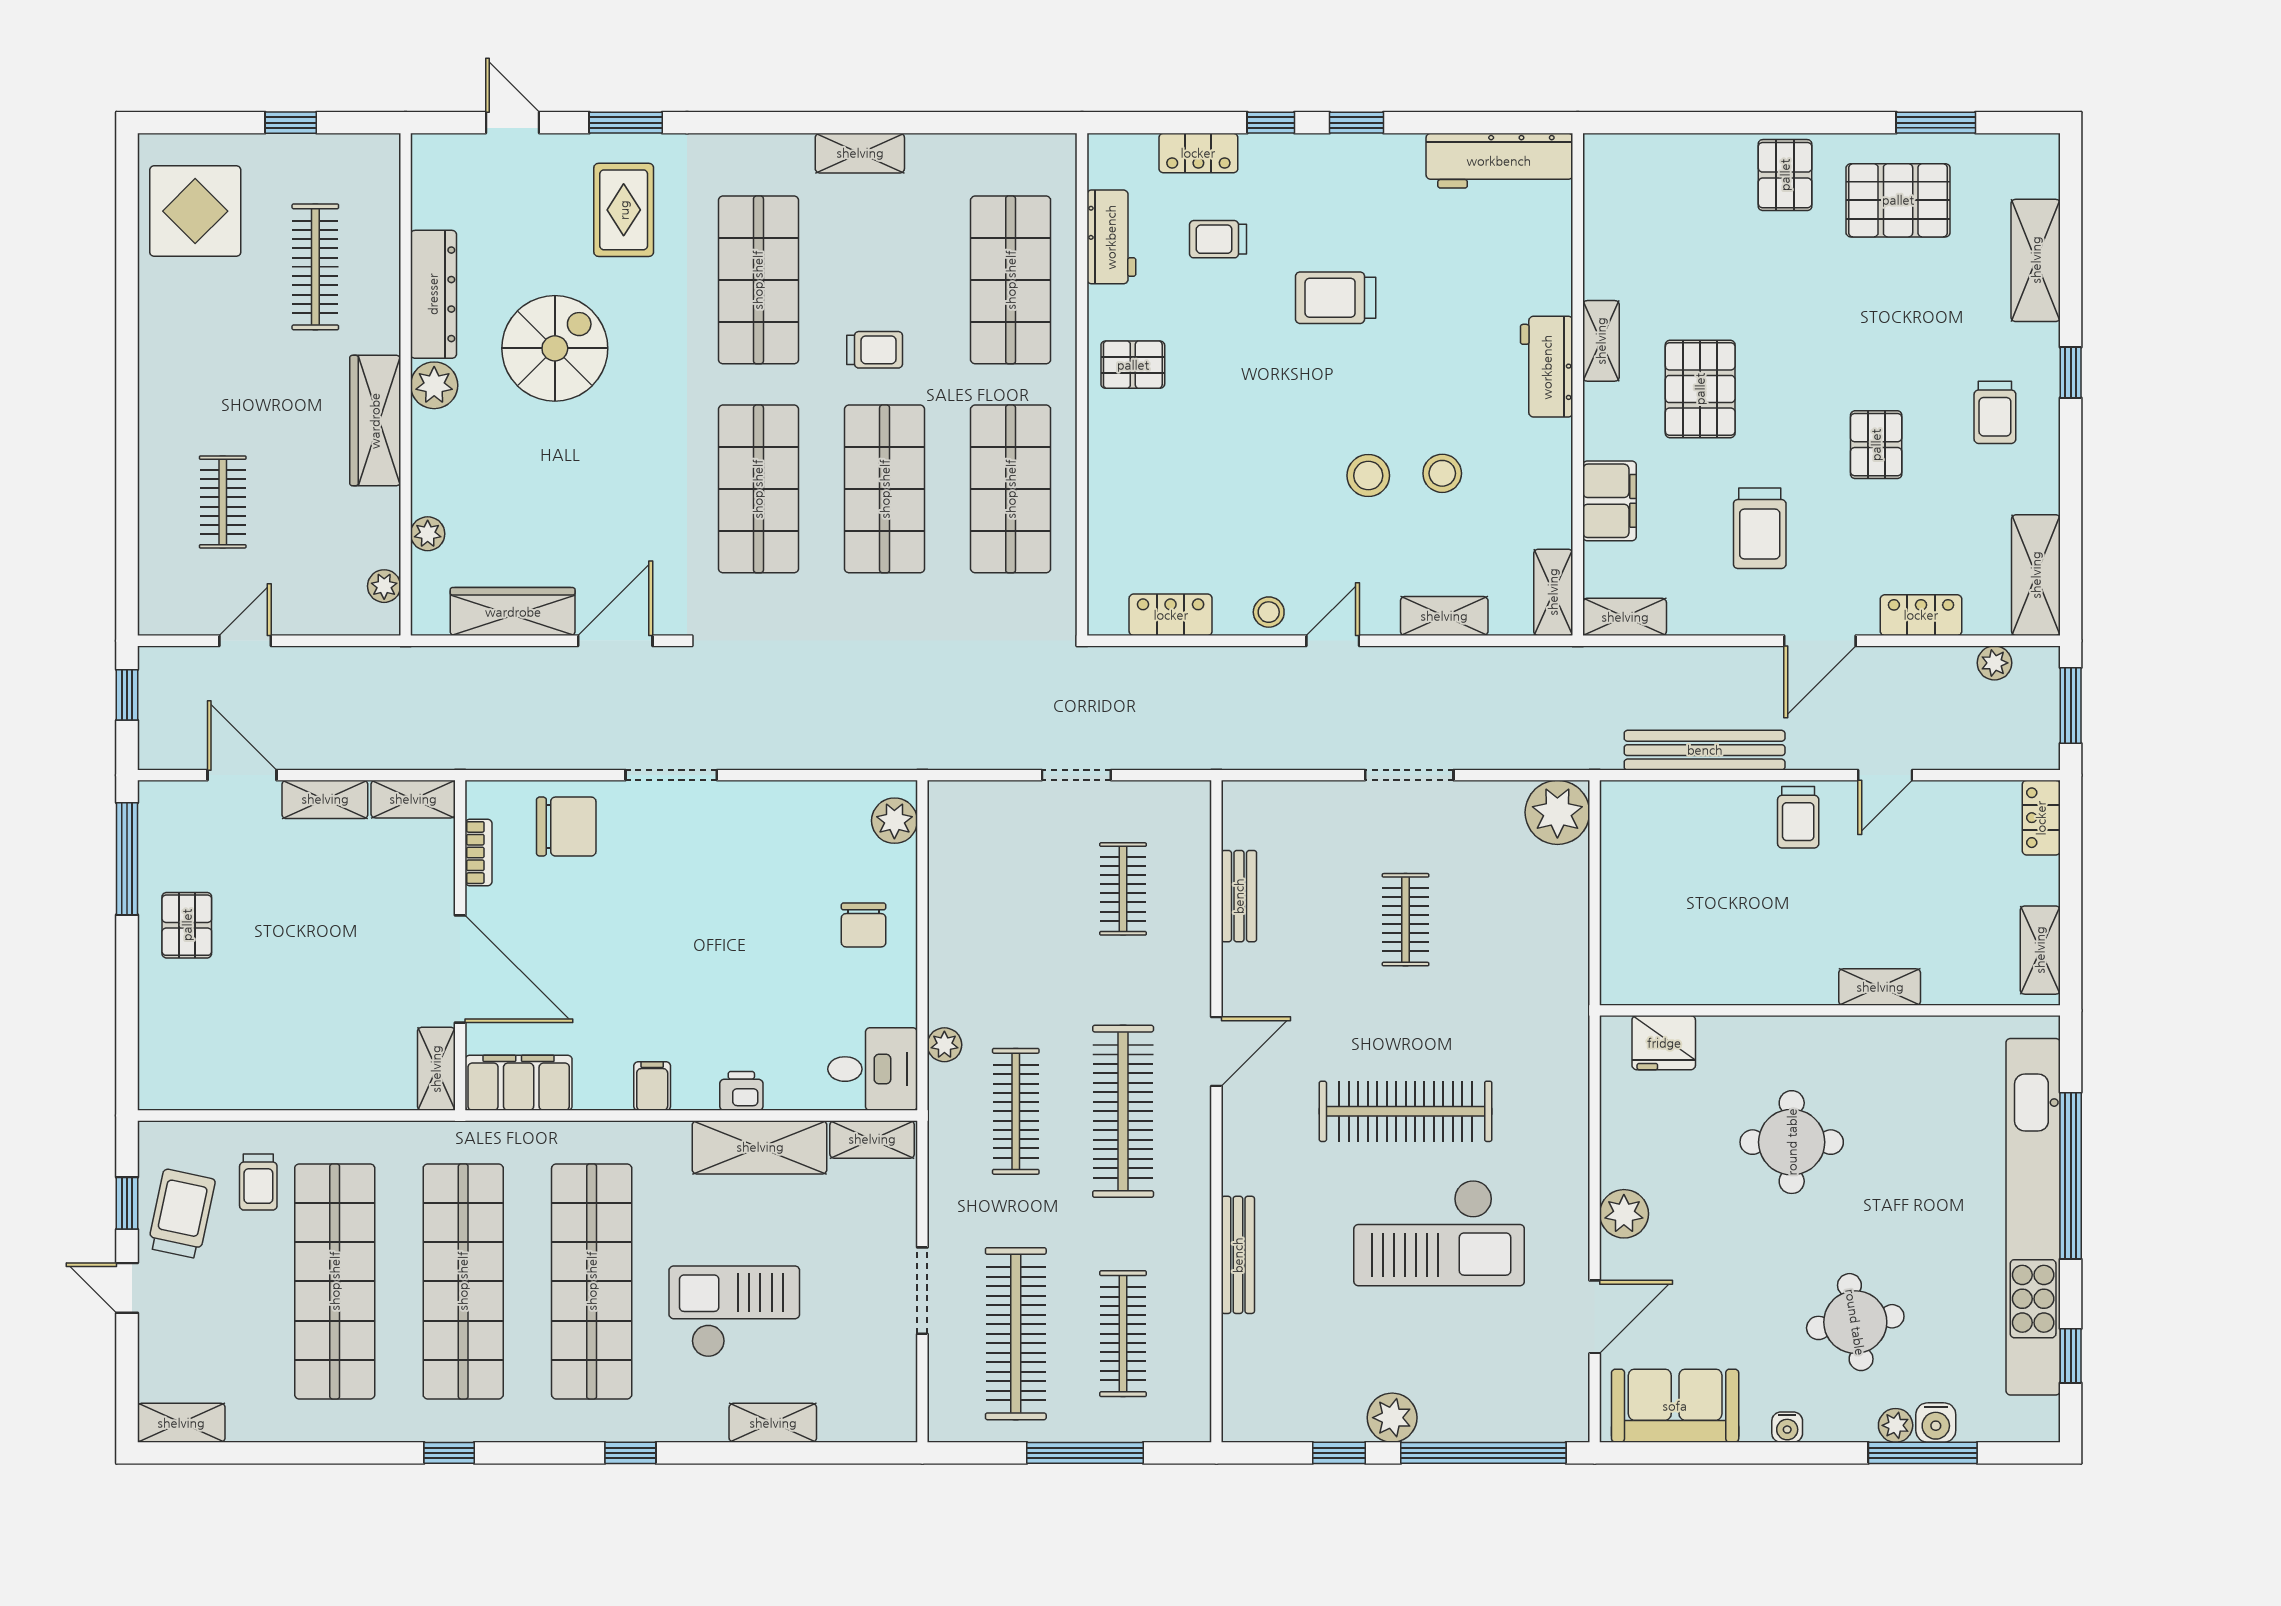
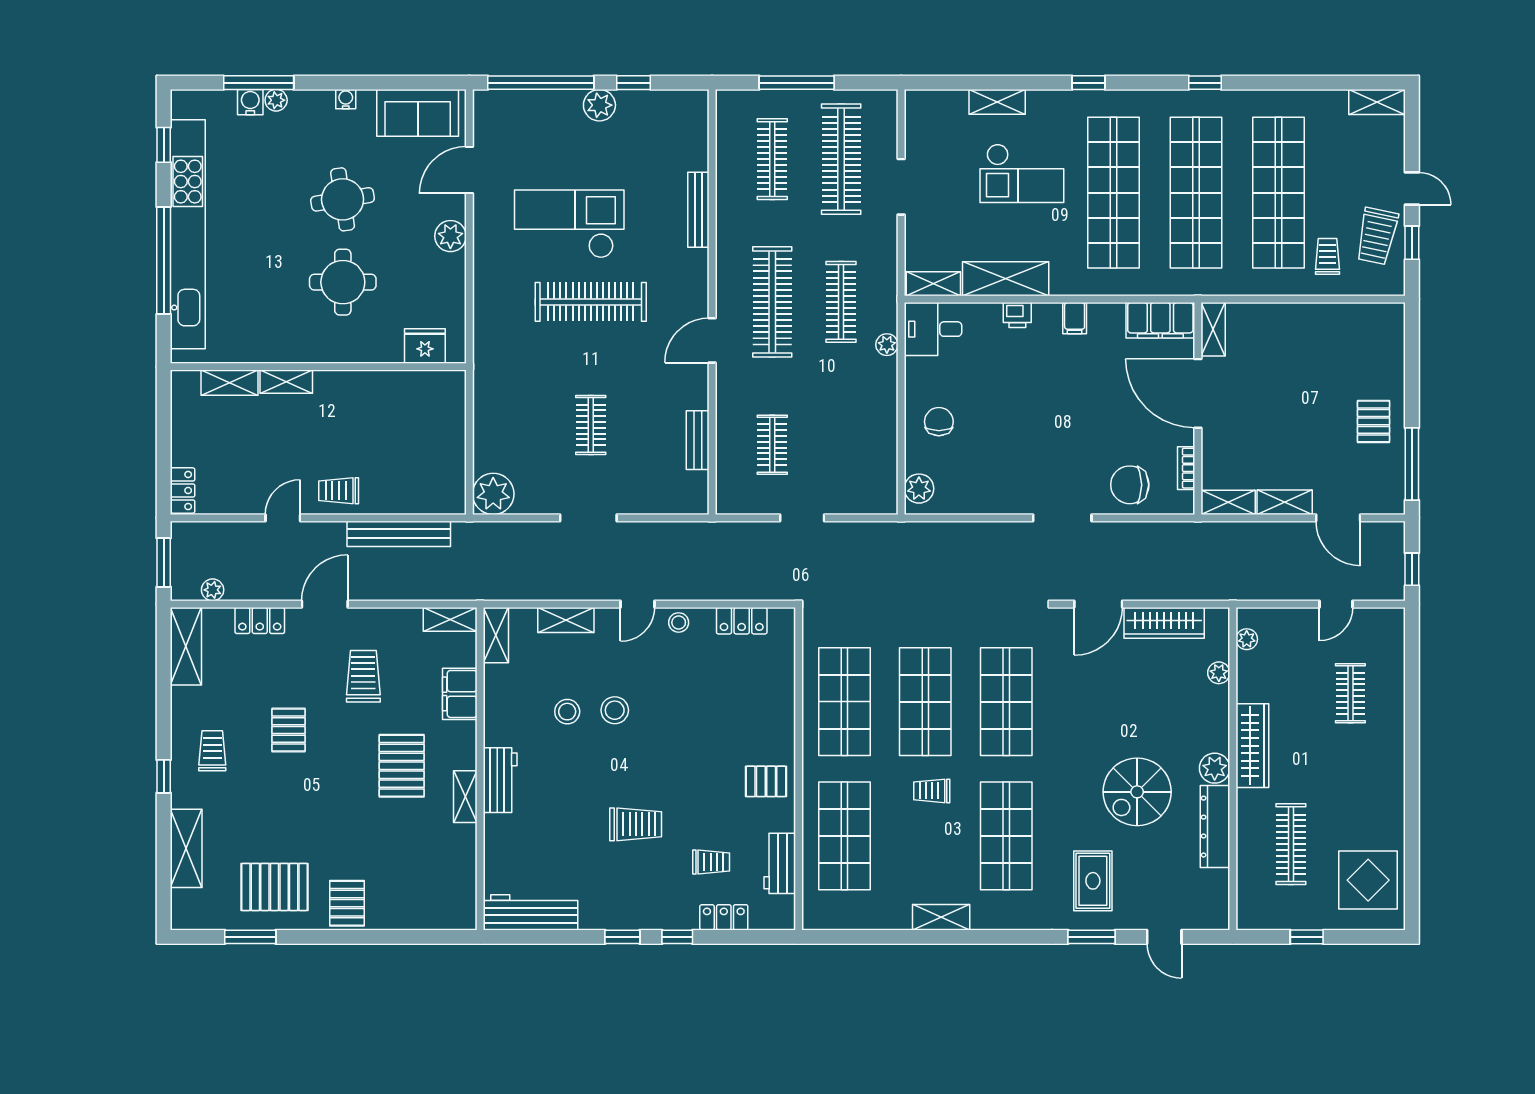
trolley: (1798, 817) -> (339, 491), turned -90
shelving: (2040, 950) -> (230, 383), moved, turned 90
round table: (1855, 1322) -> (343, 199), moved

